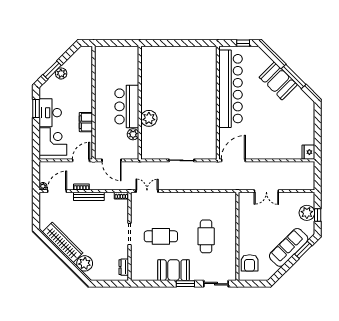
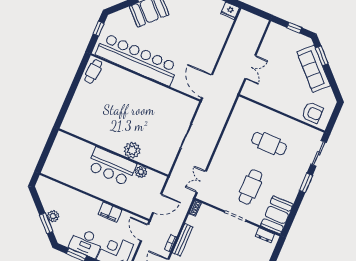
cafe table: (204, 55) -> (93, 71), added
plant: (307, 213) -> (288, 37), removed
booth: (174, 270) -> (277, 215), moved

